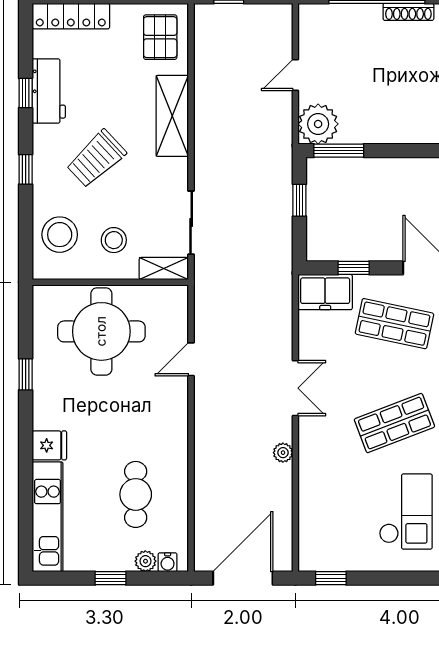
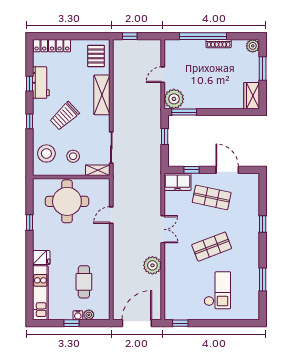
plant: (283, 453) -> (152, 265), width x1.87, depth x1.87
water cooler: (168, 562) -> (78, 315), moved

